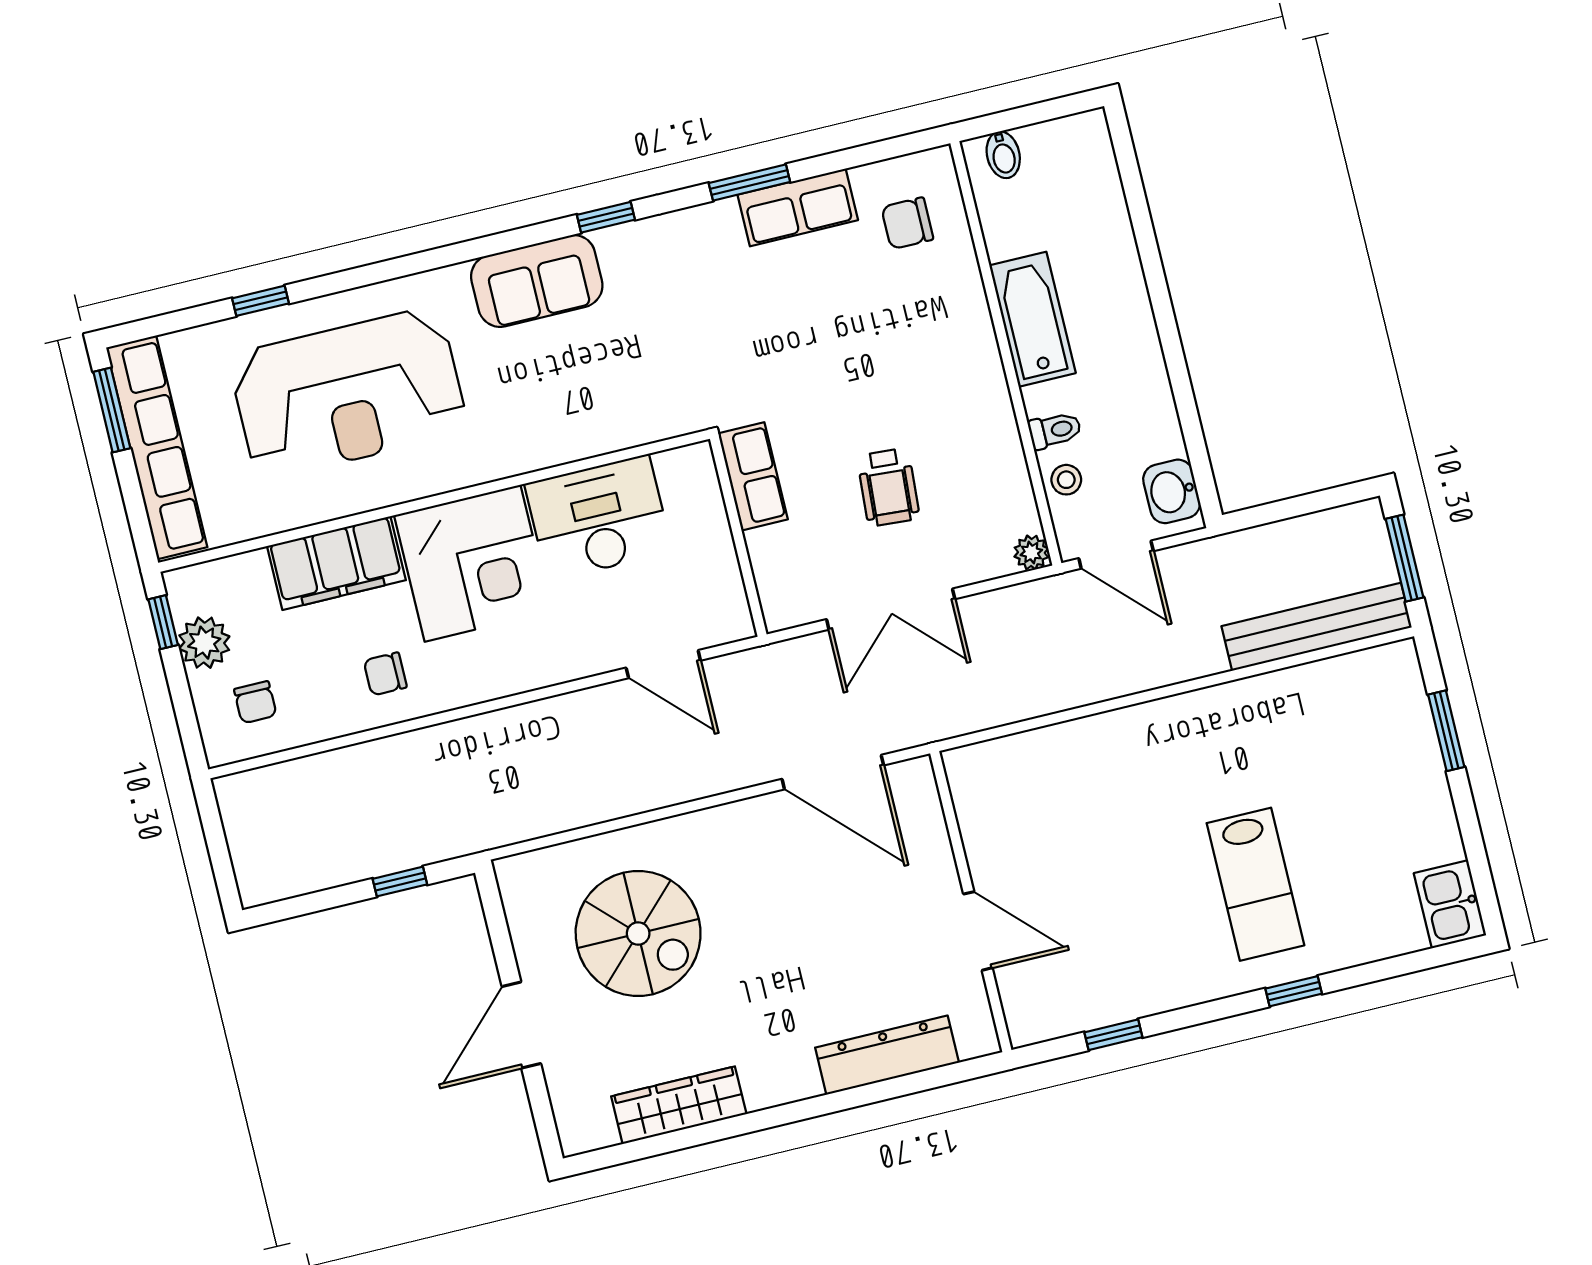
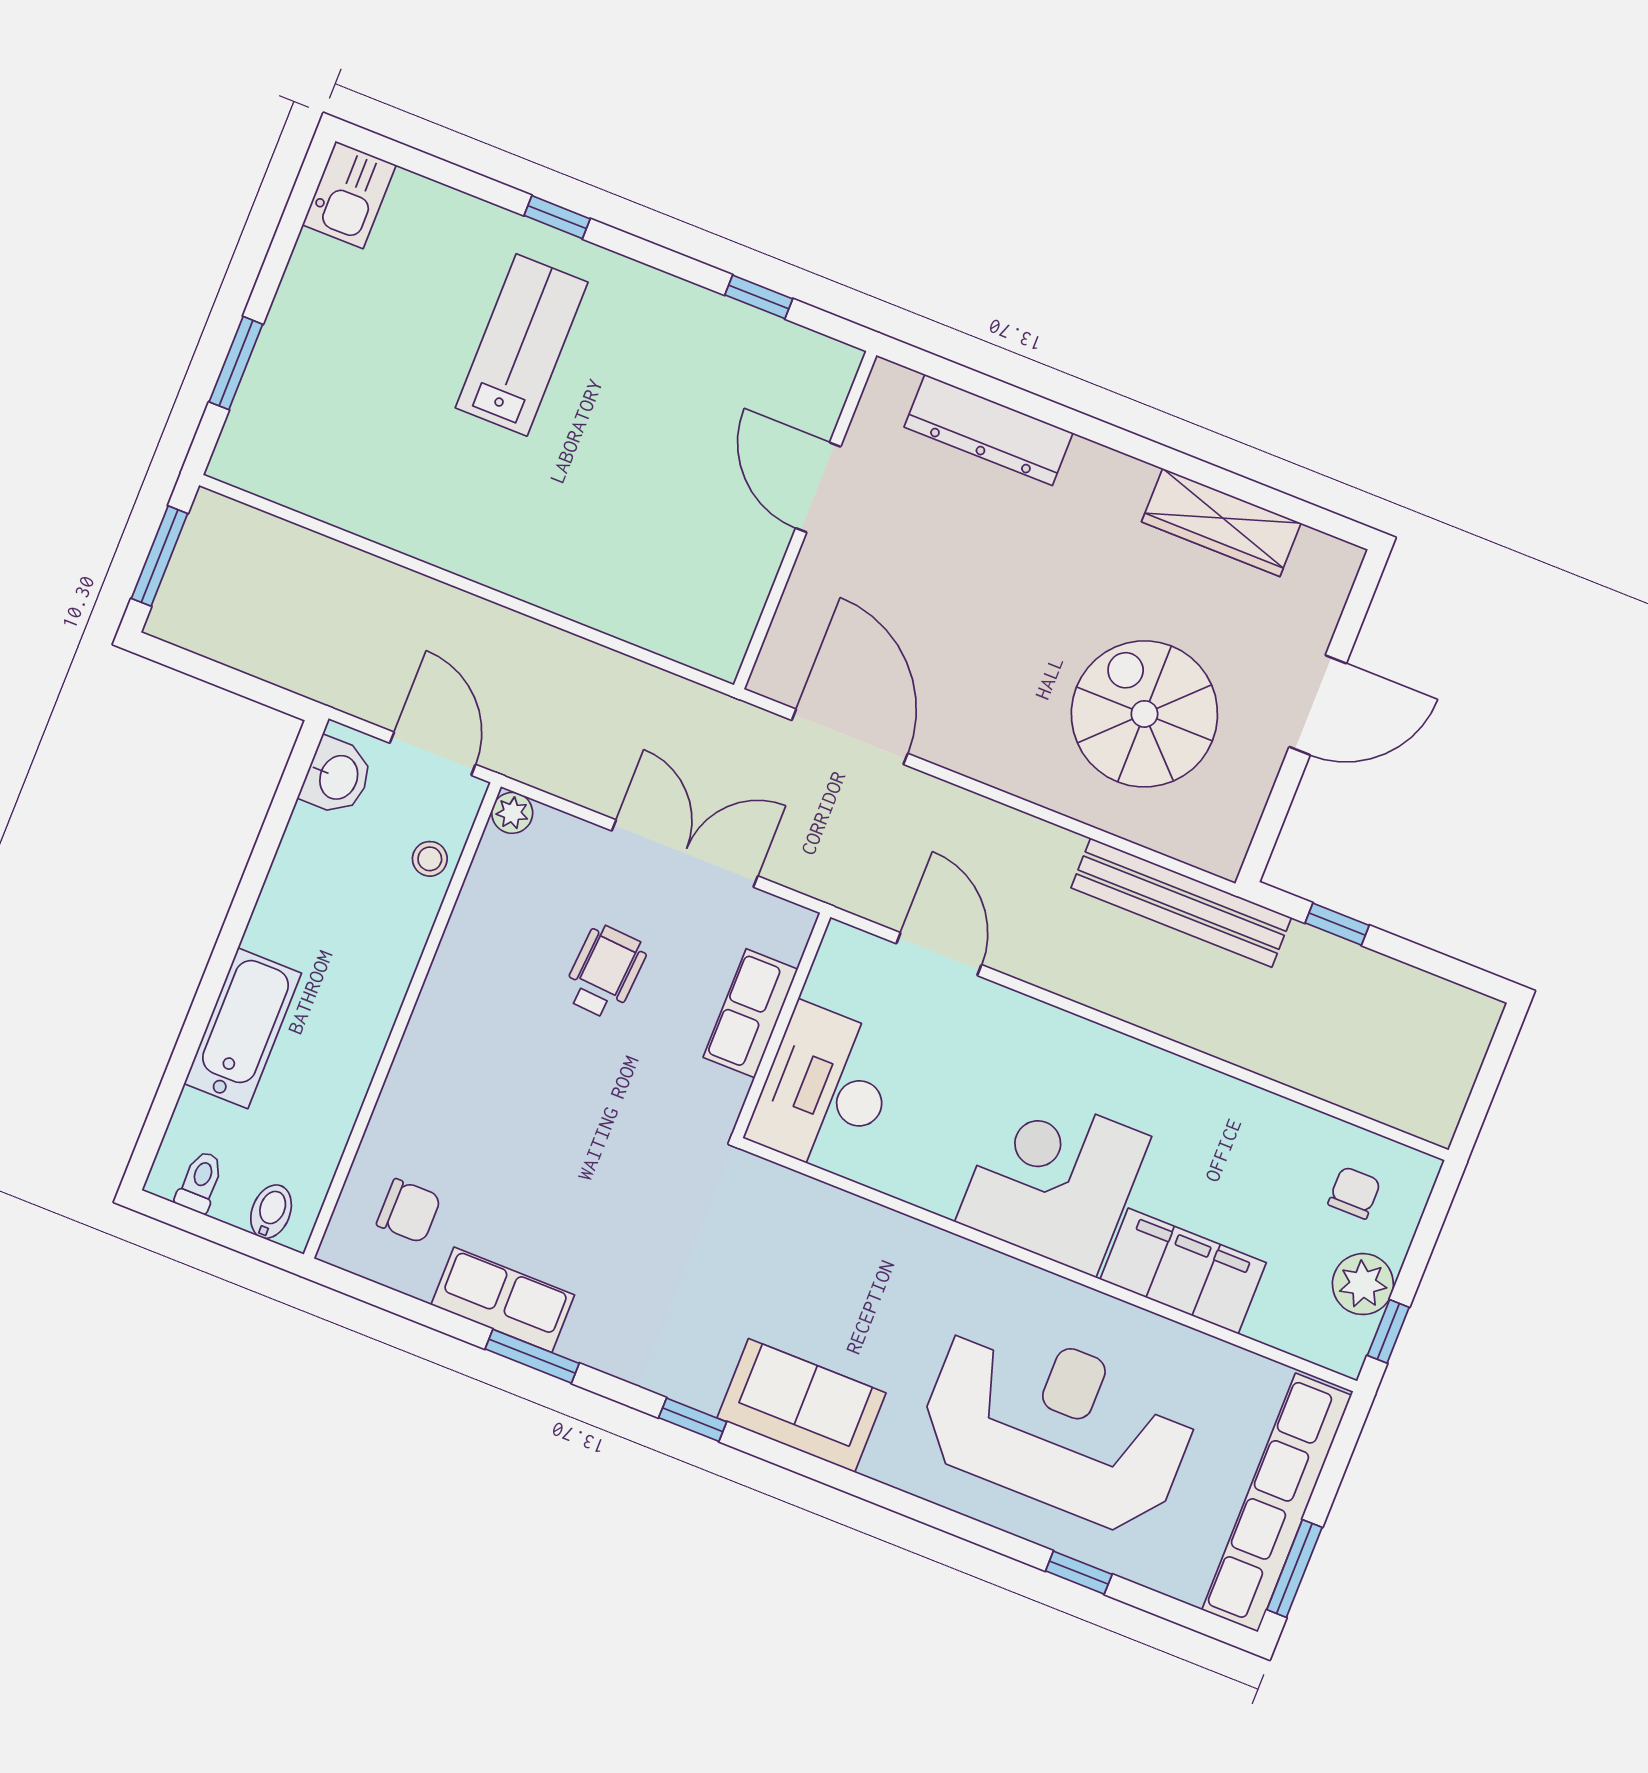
bathtub: (1033, 319) -> (243, 1028), moved, turned 180
toilet: (1055, 430) -> (200, 1182), moved, turned 90
row of seats: (753, 476) -> (750, 1013), moved
desk: (598, 518) -> (825, 1090), moved, turned 90
bench: (1317, 627) -> (1181, 903), moved
chair: (385, 674) -> (1211, 1132), removed

